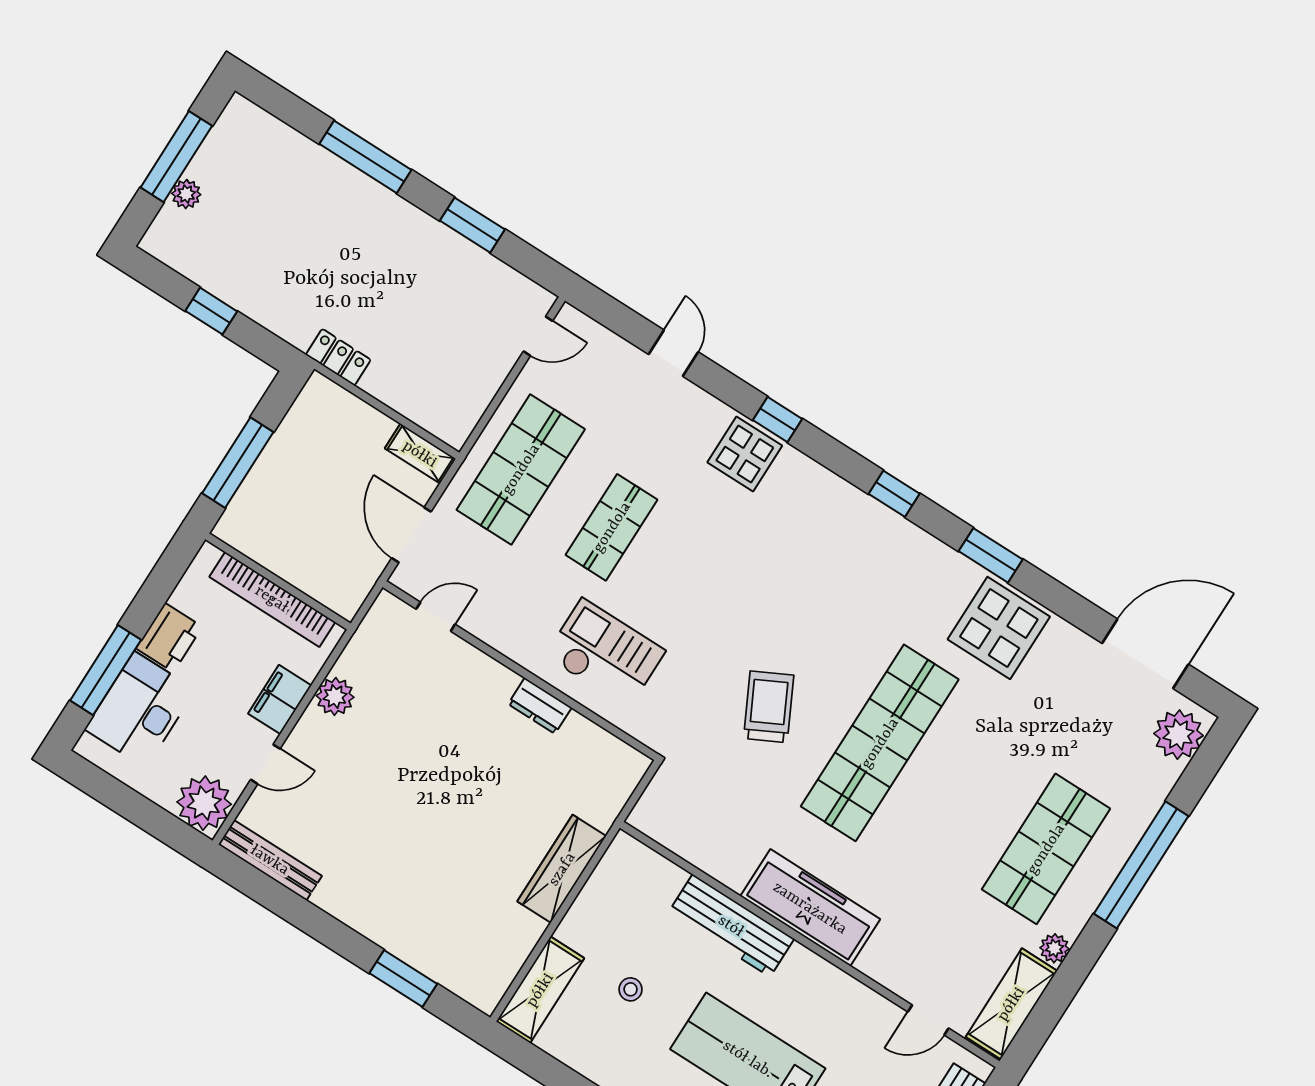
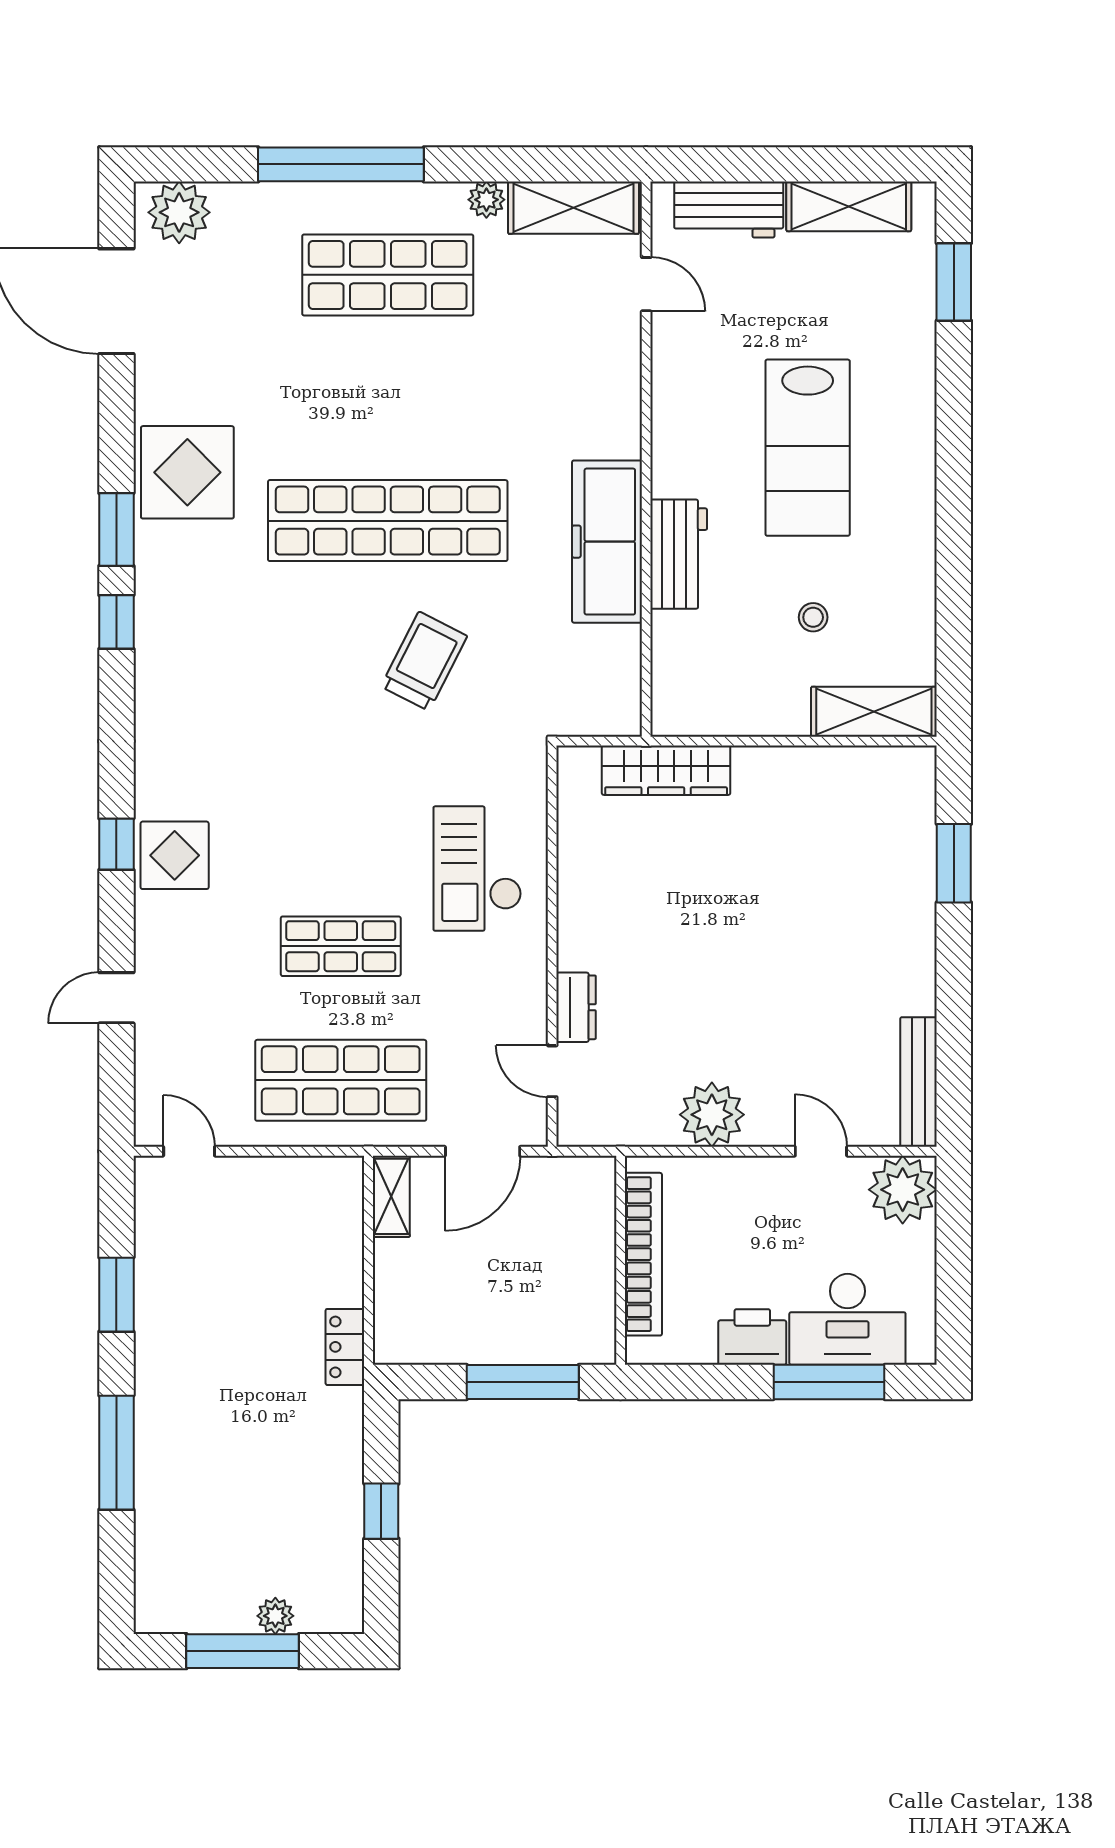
window: (894, 494) -> (116, 622), moved
plant: (335, 696) -> (712, 1115), width x1.36, depth x1.36
filing cabinet: (280, 699) -> (743, 1180), removed
dresser: (540, 706) -> (576, 1007), moved
trolley: (769, 707) -> (424, 661), turned 144
wardrobe: (562, 869) -> (666, 770), moved
freezer: (810, 908) -> (607, 542), moved
workbench: (731, 926) -> (679, 554), width x0.73

